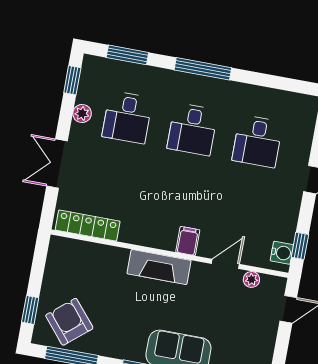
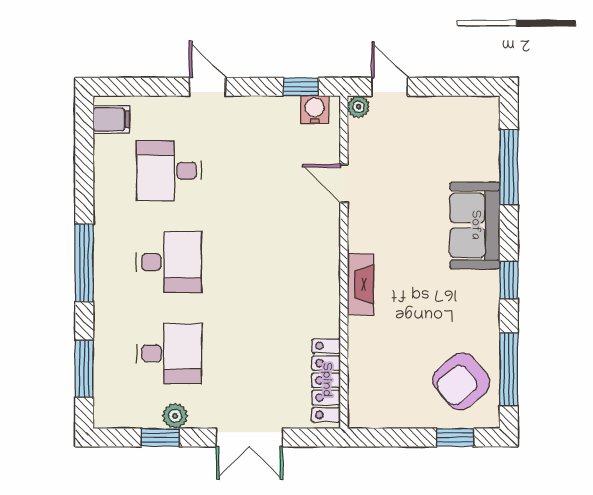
window: (72, 80) -> (160, 437), moved
desk: (257, 141) -> (169, 171), turned 180
filing cabinet: (188, 241) -> (111, 119), moved, turned 180
fireplace: (159, 267) -> (360, 284), width x0.73, depth x0.76
plant: (251, 279) -> (358, 107), moved

